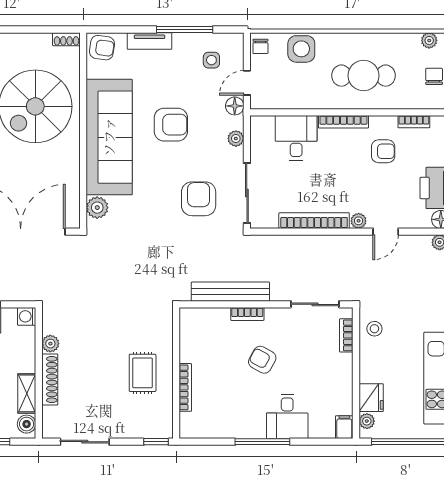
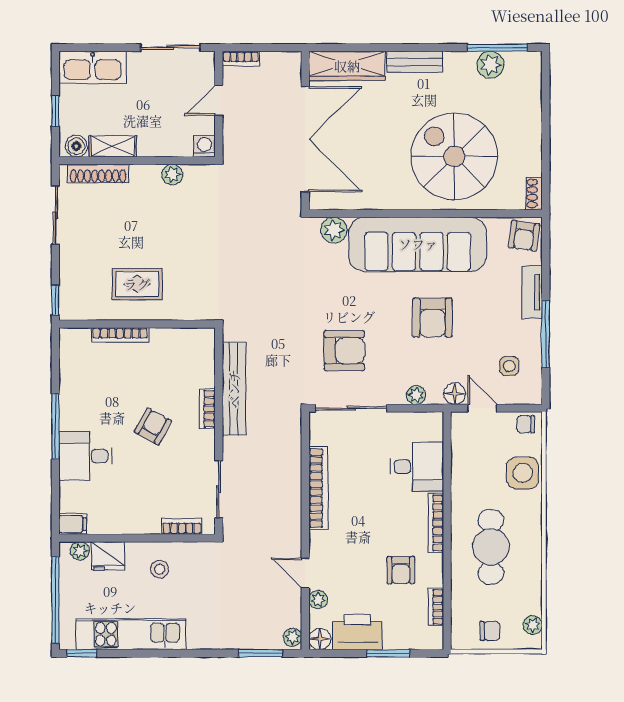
plant: (359, 221) -> (318, 600), moved
stool: (374, 329) -> (160, 569), moved
shoe rack: (50, 380) -> (98, 174), moved

